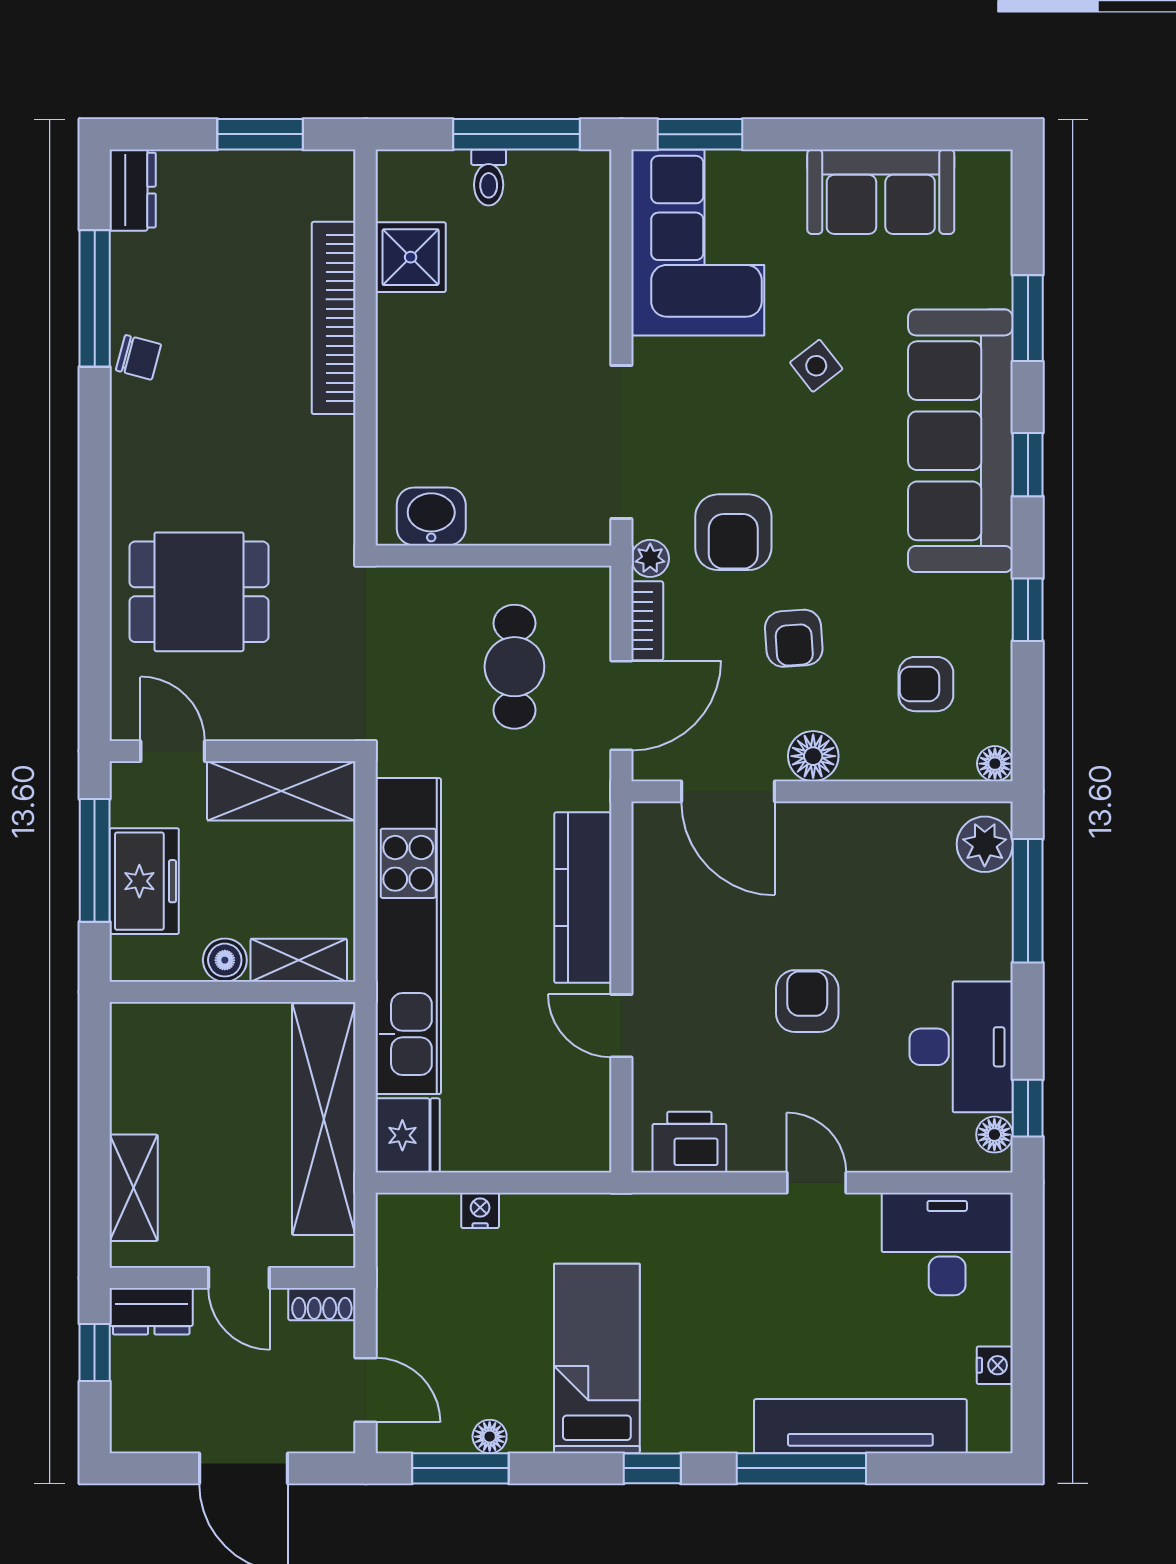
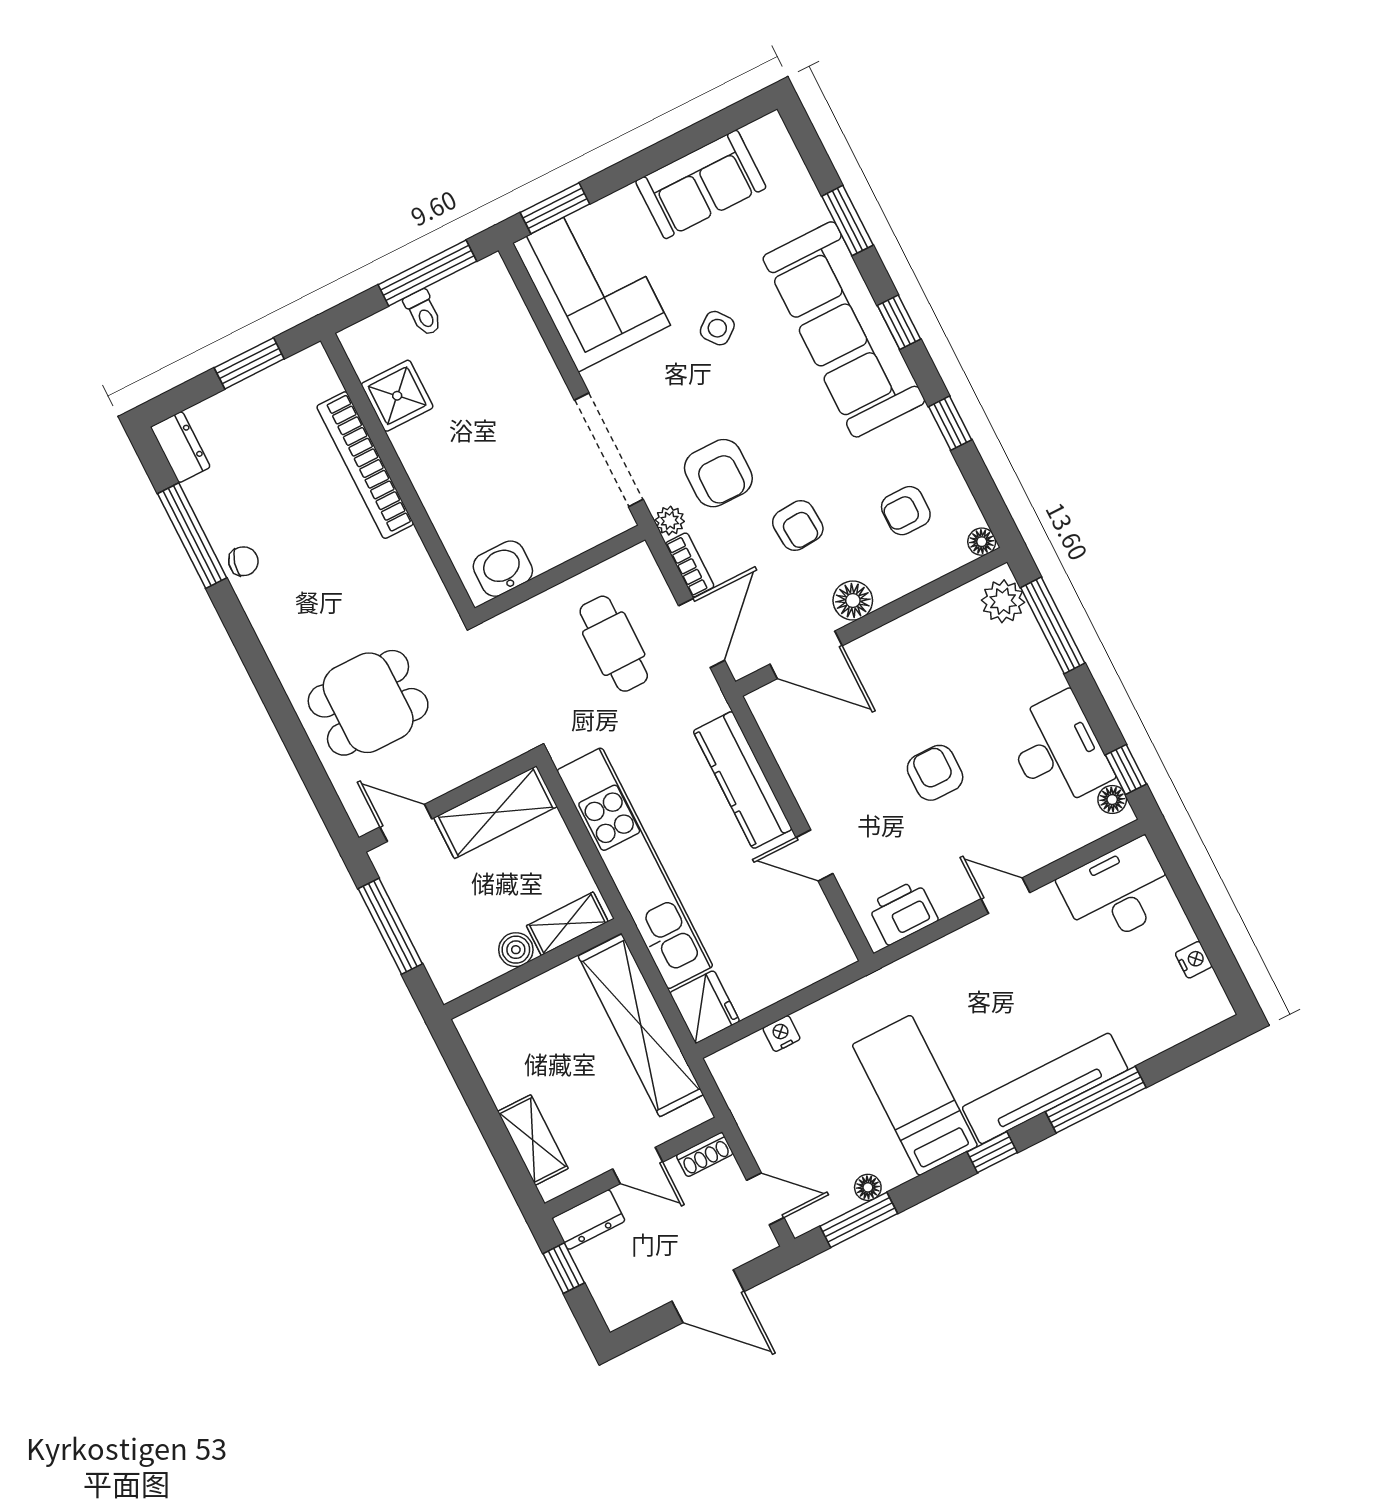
freezer: (144, 881) -> (432, 923), removed
tv unit: (860, 1426) -> (1045, 1088), moved

